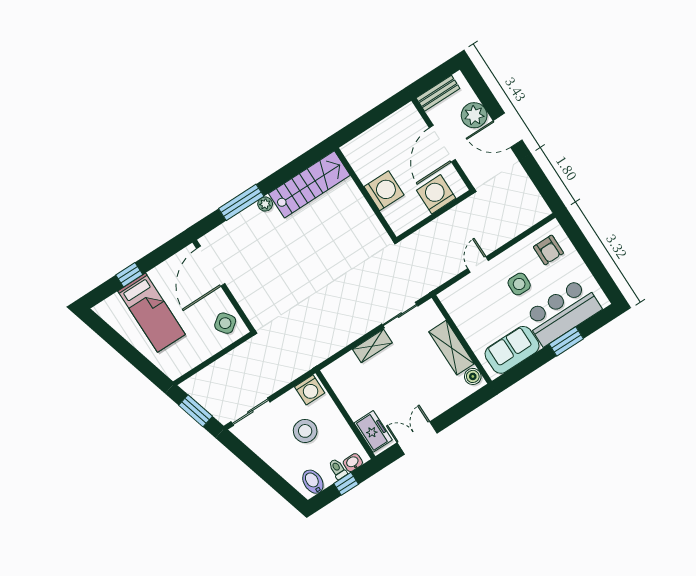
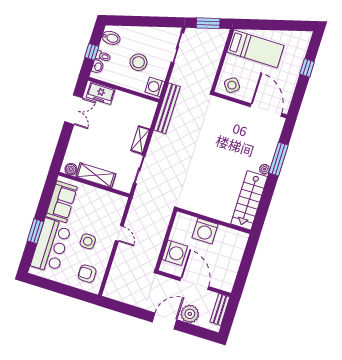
bed: (152, 313) -> (255, 49), moved, turned 180
bench: (316, 356) -> (167, 108), added

